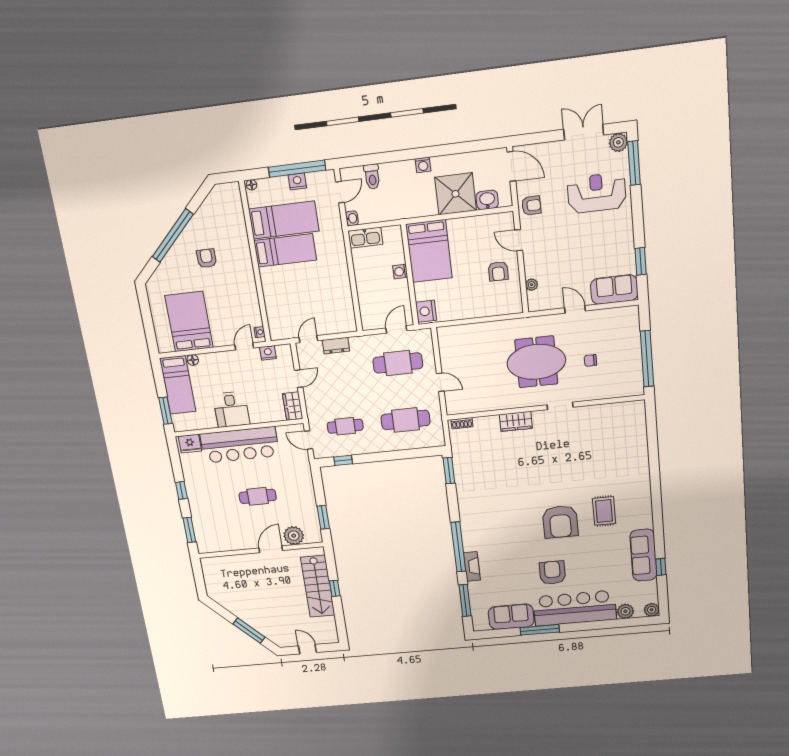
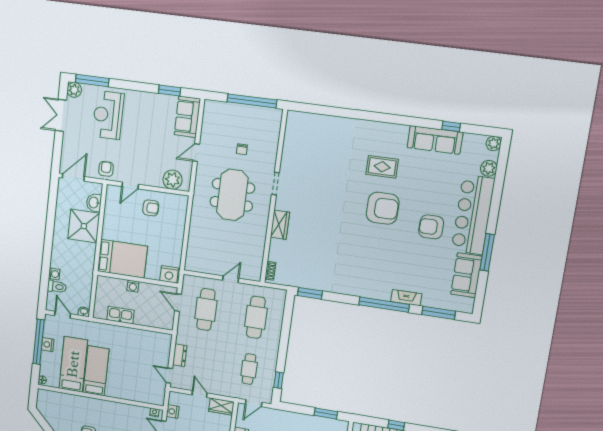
washing machine: (423, 165) -> (54, 274), moved
kitchen sink: (365, 238) -> (121, 315), moved, turned -90
plant: (532, 285) -> (173, 180), width x1.88, depth x1.88

